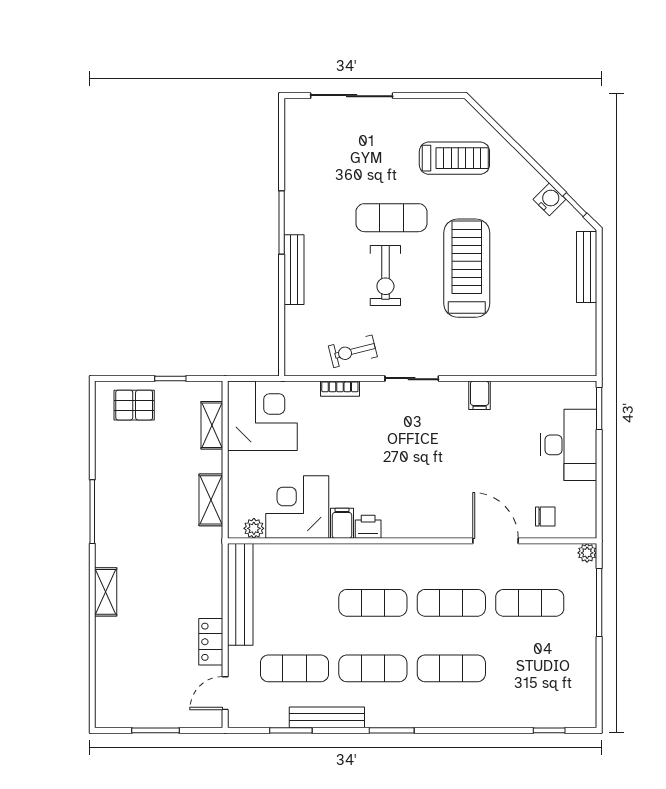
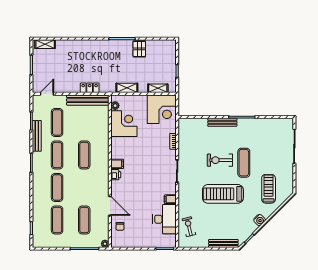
treadmill: (454, 158) -> (269, 189), turned 180
water cooler: (549, 199) -> (260, 220), moved
treadmill: (467, 268) -> (223, 194), turned 180
exercise bike: (353, 351) -> (189, 227), moved
pallet: (134, 405) -> (139, 49), moved
desk: (569, 445) -> (165, 219), moved, turned -90
filing cabinet: (342, 523) -> (117, 164), moved
printer: (368, 527) -> (116, 175), moved
door: (496, 541) -> (110, 206), hinge flipped
shelving: (106, 592) -> (45, 44), moved
exercise mat: (451, 603) -> (57, 220), moved
locker: (211, 642) -> (90, 88), moved
door: (225, 693) -> (47, 94), hinge flipped

